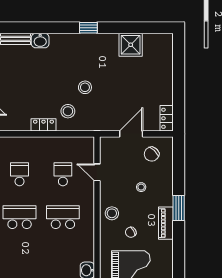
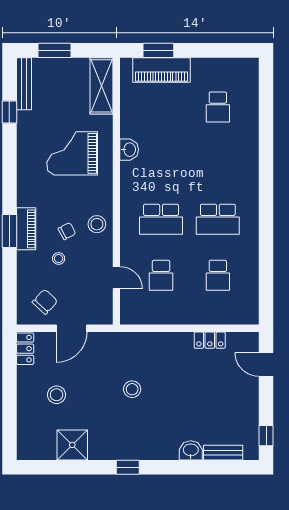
stool: (68, 111) -> (57, 395), moved
locker: (43, 125) -> (210, 340), moved
piano: (166, 223) -> (26, 229), moved
chair: (131, 232) -> (67, 231), moved

